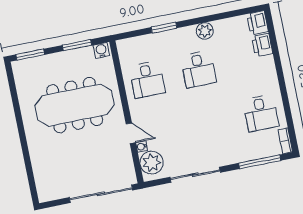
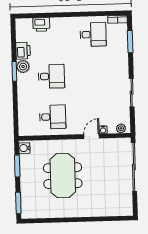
printer: (257, 23) -> (23, 51), moved, turned -90
window: (164, 28) -> (14, 71), moved
meeting table: (75, 105) -> (63, 176), width x0.73
window: (260, 162) -> (130, 42), width x0.69
plant: (152, 163) -> (121, 128), width x0.53, depth x0.53
sliding door: (195, 175) -> (132, 93), width x0.73

